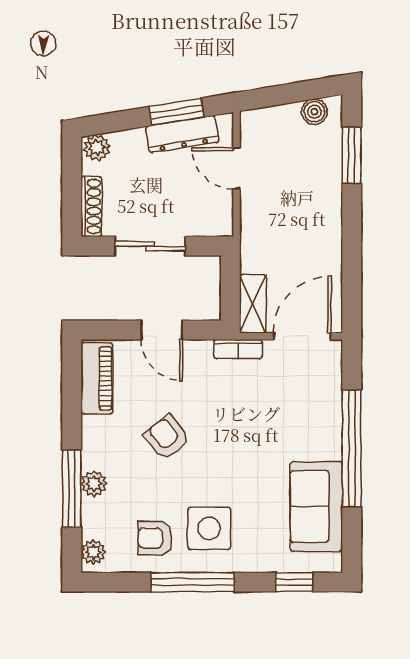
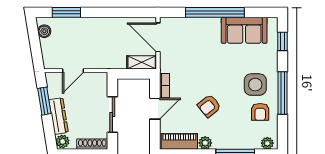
dresser: (182, 134) -> (59, 116), moved
bookcase: (238, 349) -> (164, 86), moved
plant: (94, 484) -> (205, 143), moved

